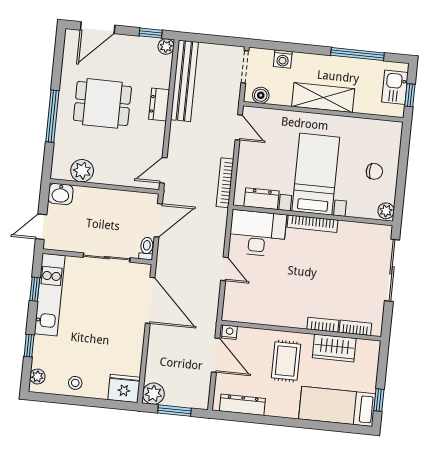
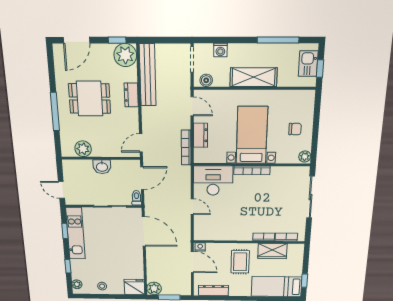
plant: (166, 46) -> (125, 55), width x1.88, depth x1.88
washbasin: (60, 194) -> (102, 167), moved
dresser: (262, 199) -> (200, 135), moved, turned 90
door: (41, 227) -> (61, 190), hinge flipped

